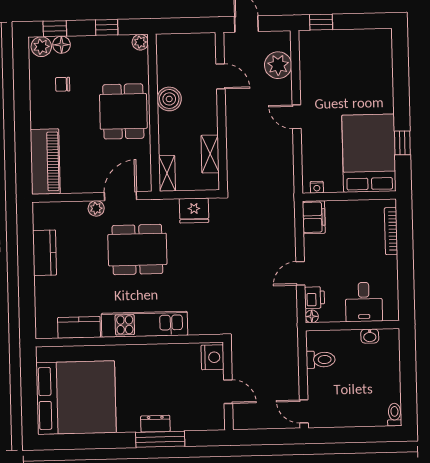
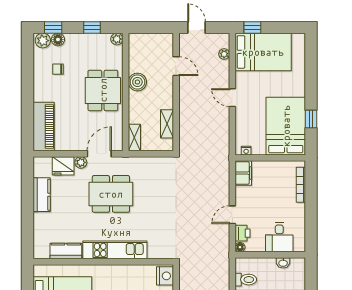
bed: (336, 55) -> (263, 52), added
plant: (278, 65) -> (224, 54), width x0.53, depth x0.53
fridge: (194, 210) -> (63, 166), moved

